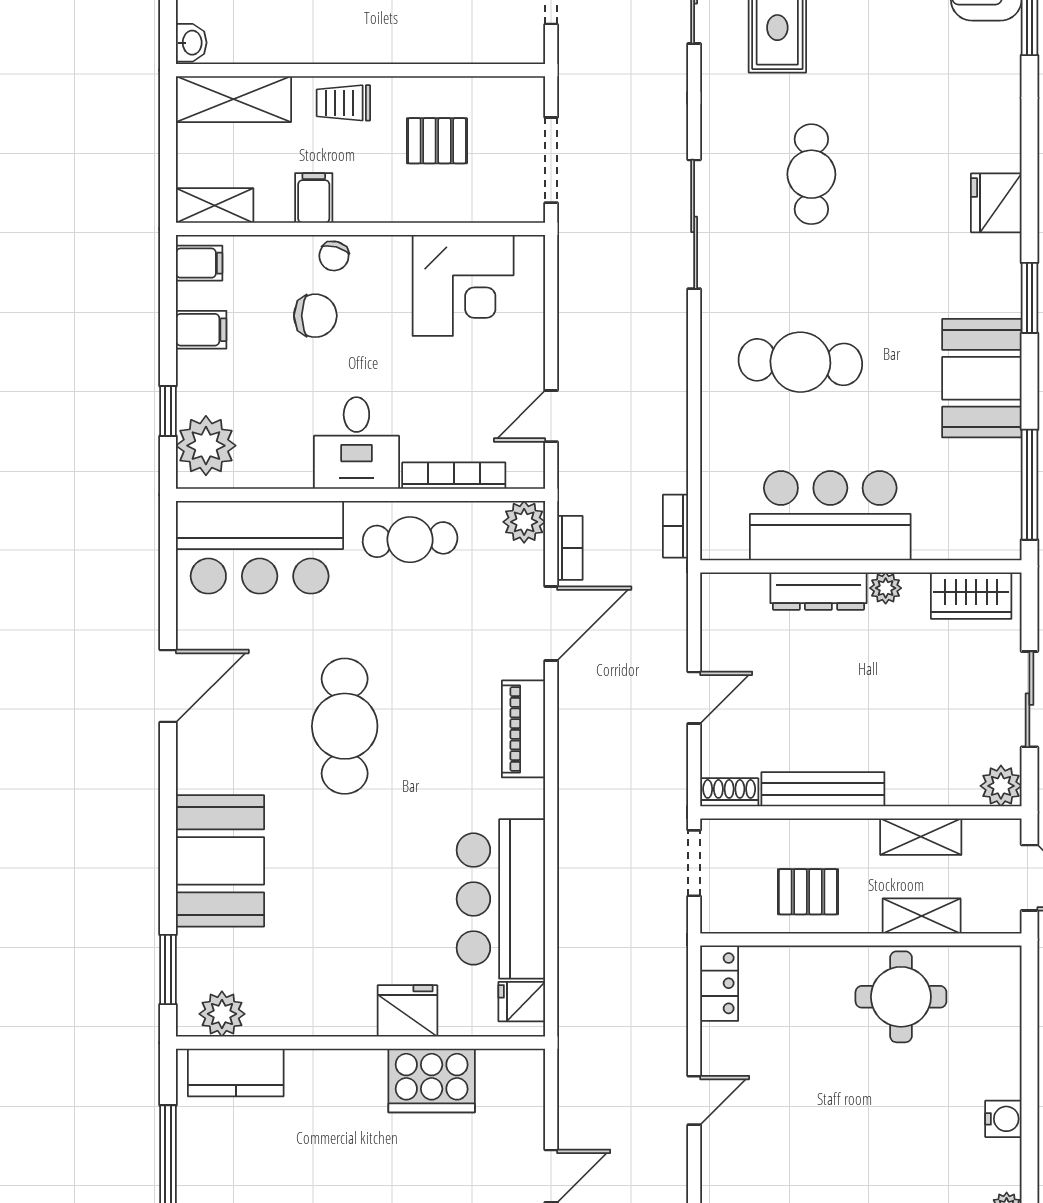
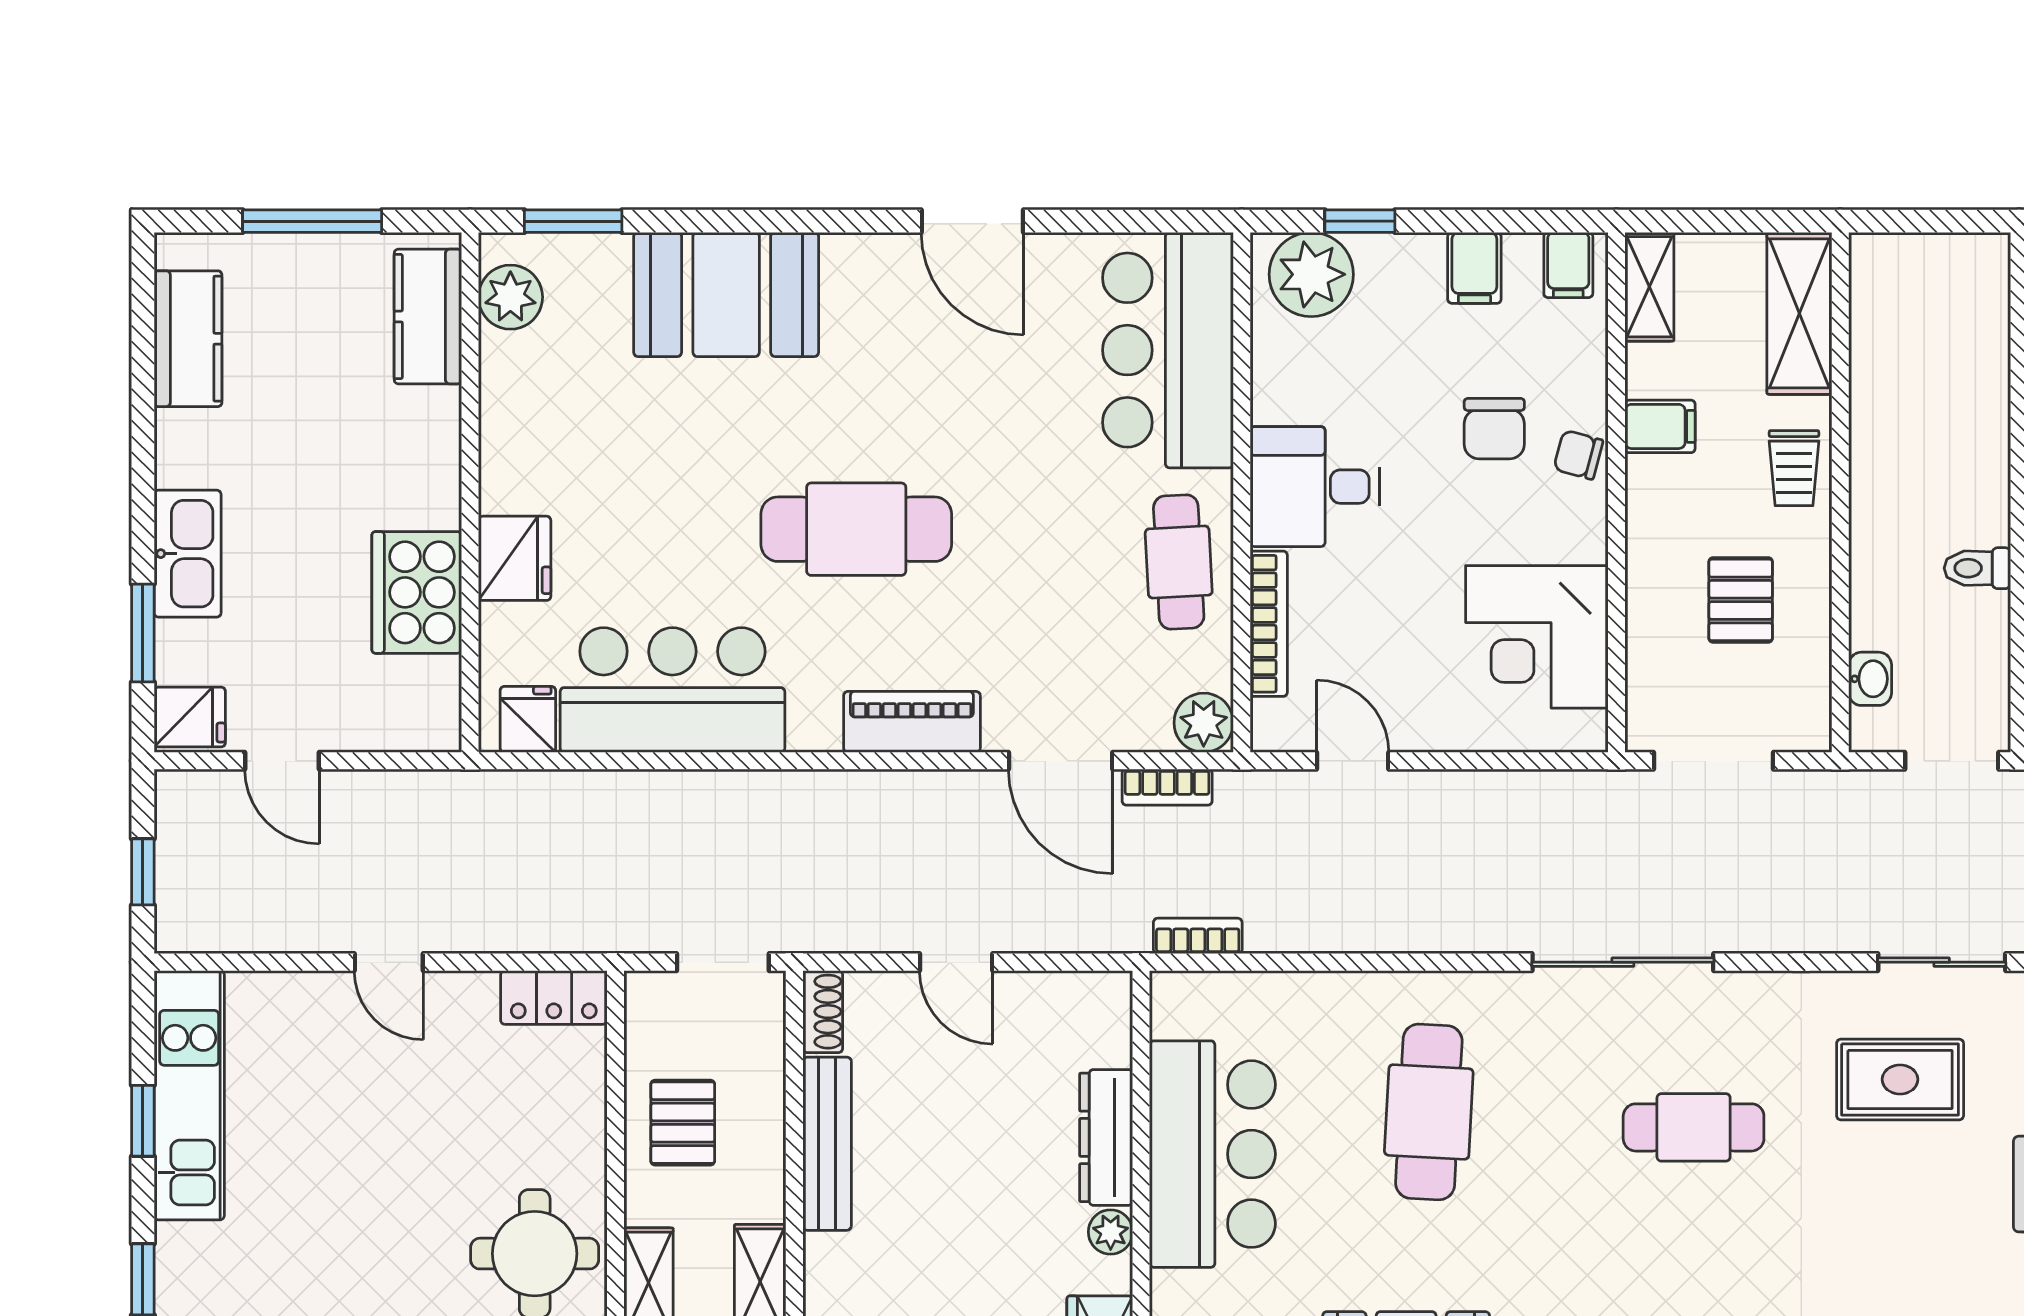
washbasin: (191, 43) -> (1870, 679), moved, turned -90
trolley: (343, 103) -> (1794, 468), turned 180
cafe table: (345, 726) -> (856, 529), moved

